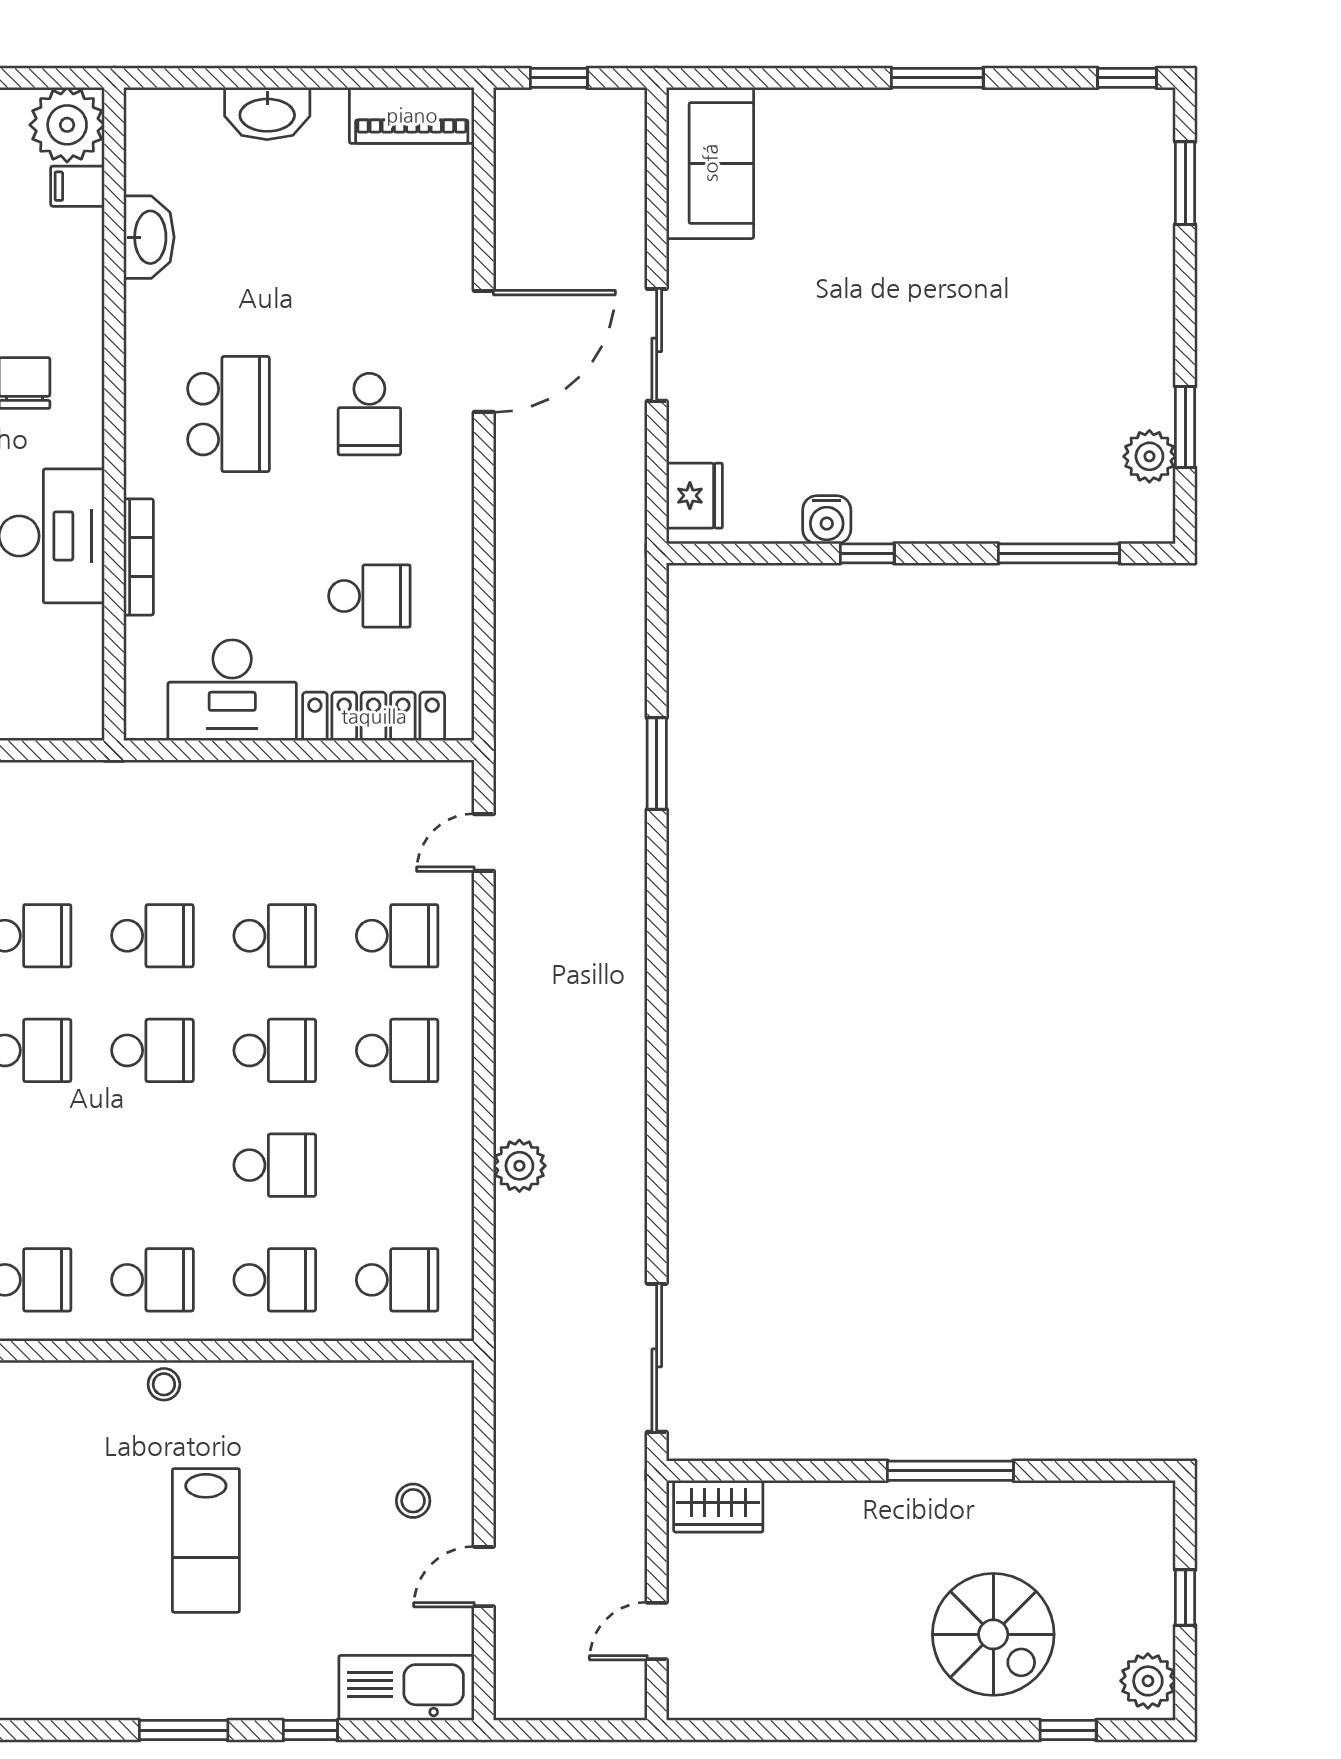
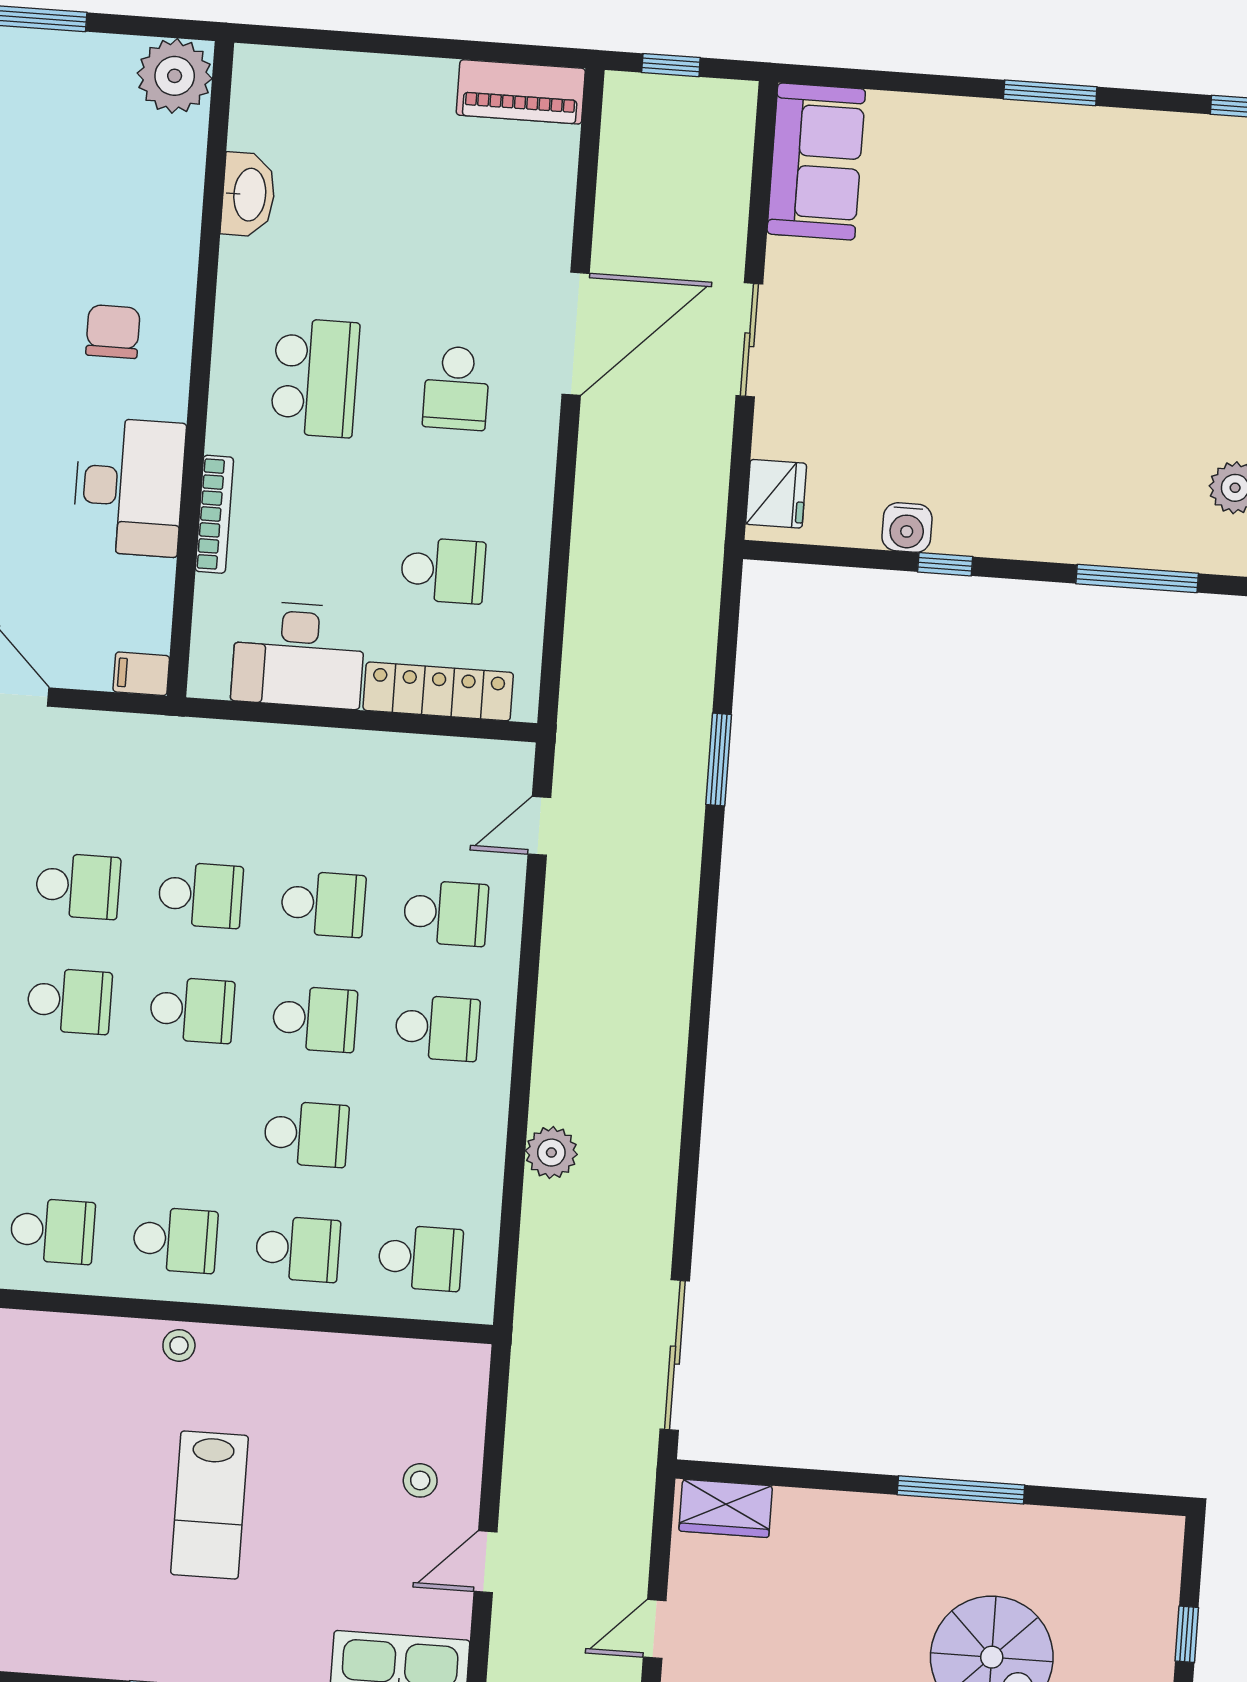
washbasin: (267, 114) -> (376, 79), removed
filing cabinet: (78, 186) -> (141, 674), moved

